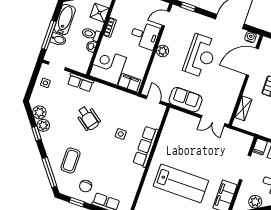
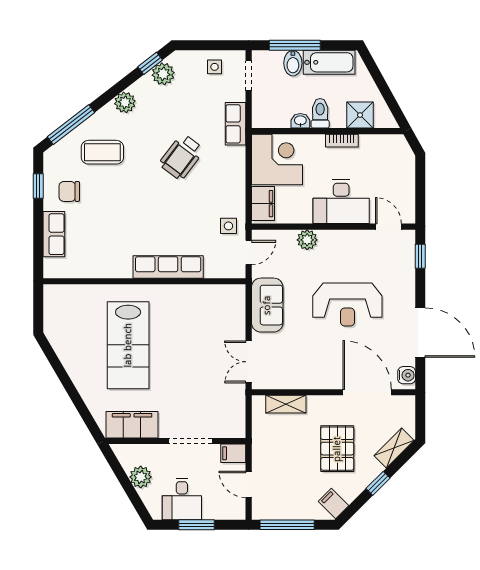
desk: (145, 35) -> (341, 202), width x1.37
plant: (163, 51) -> (307, 240), moved
plant: (43, 125) -> (125, 102), moved
window: (36, 133) -> (150, 63), moved
side table: (121, 134) -> (228, 226), moved

